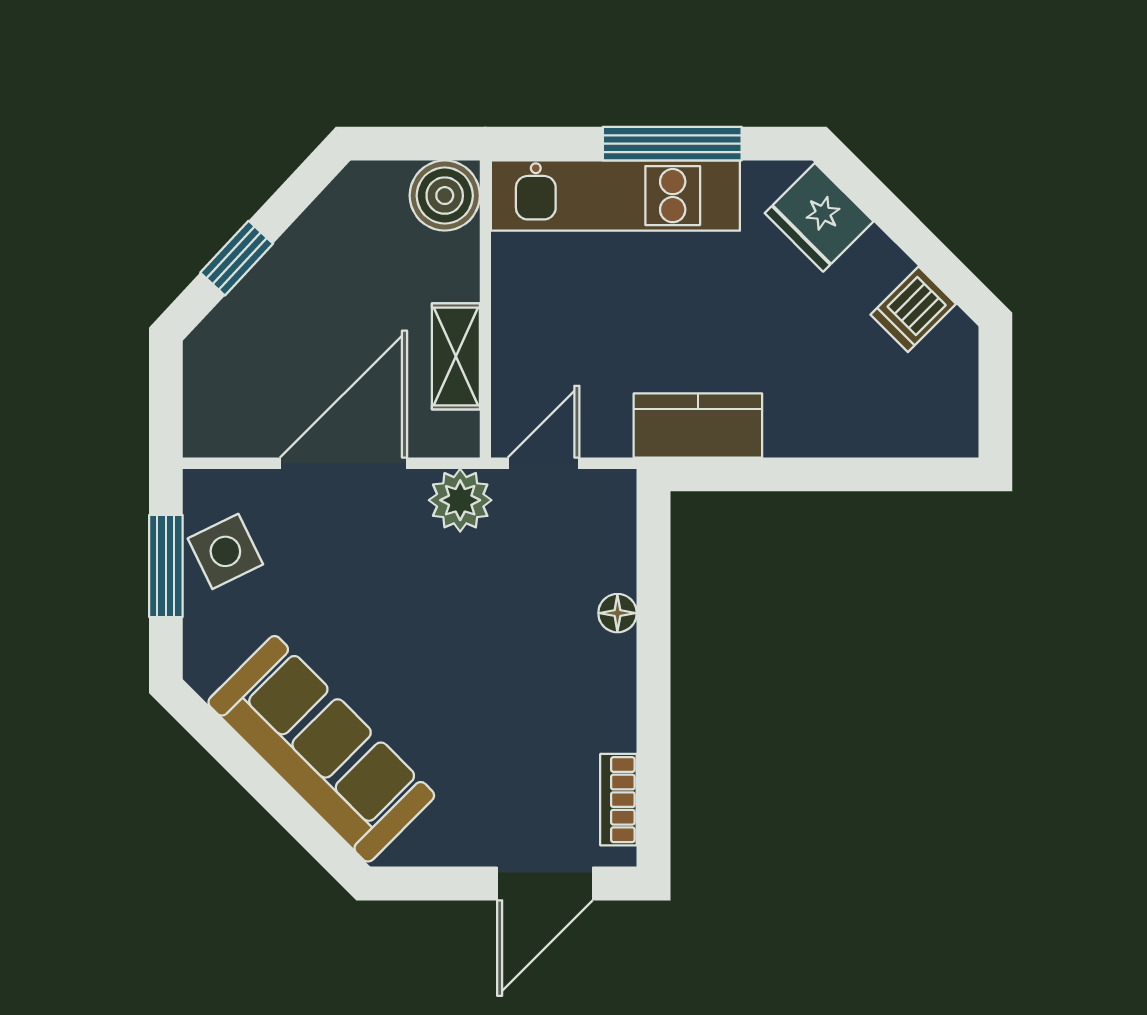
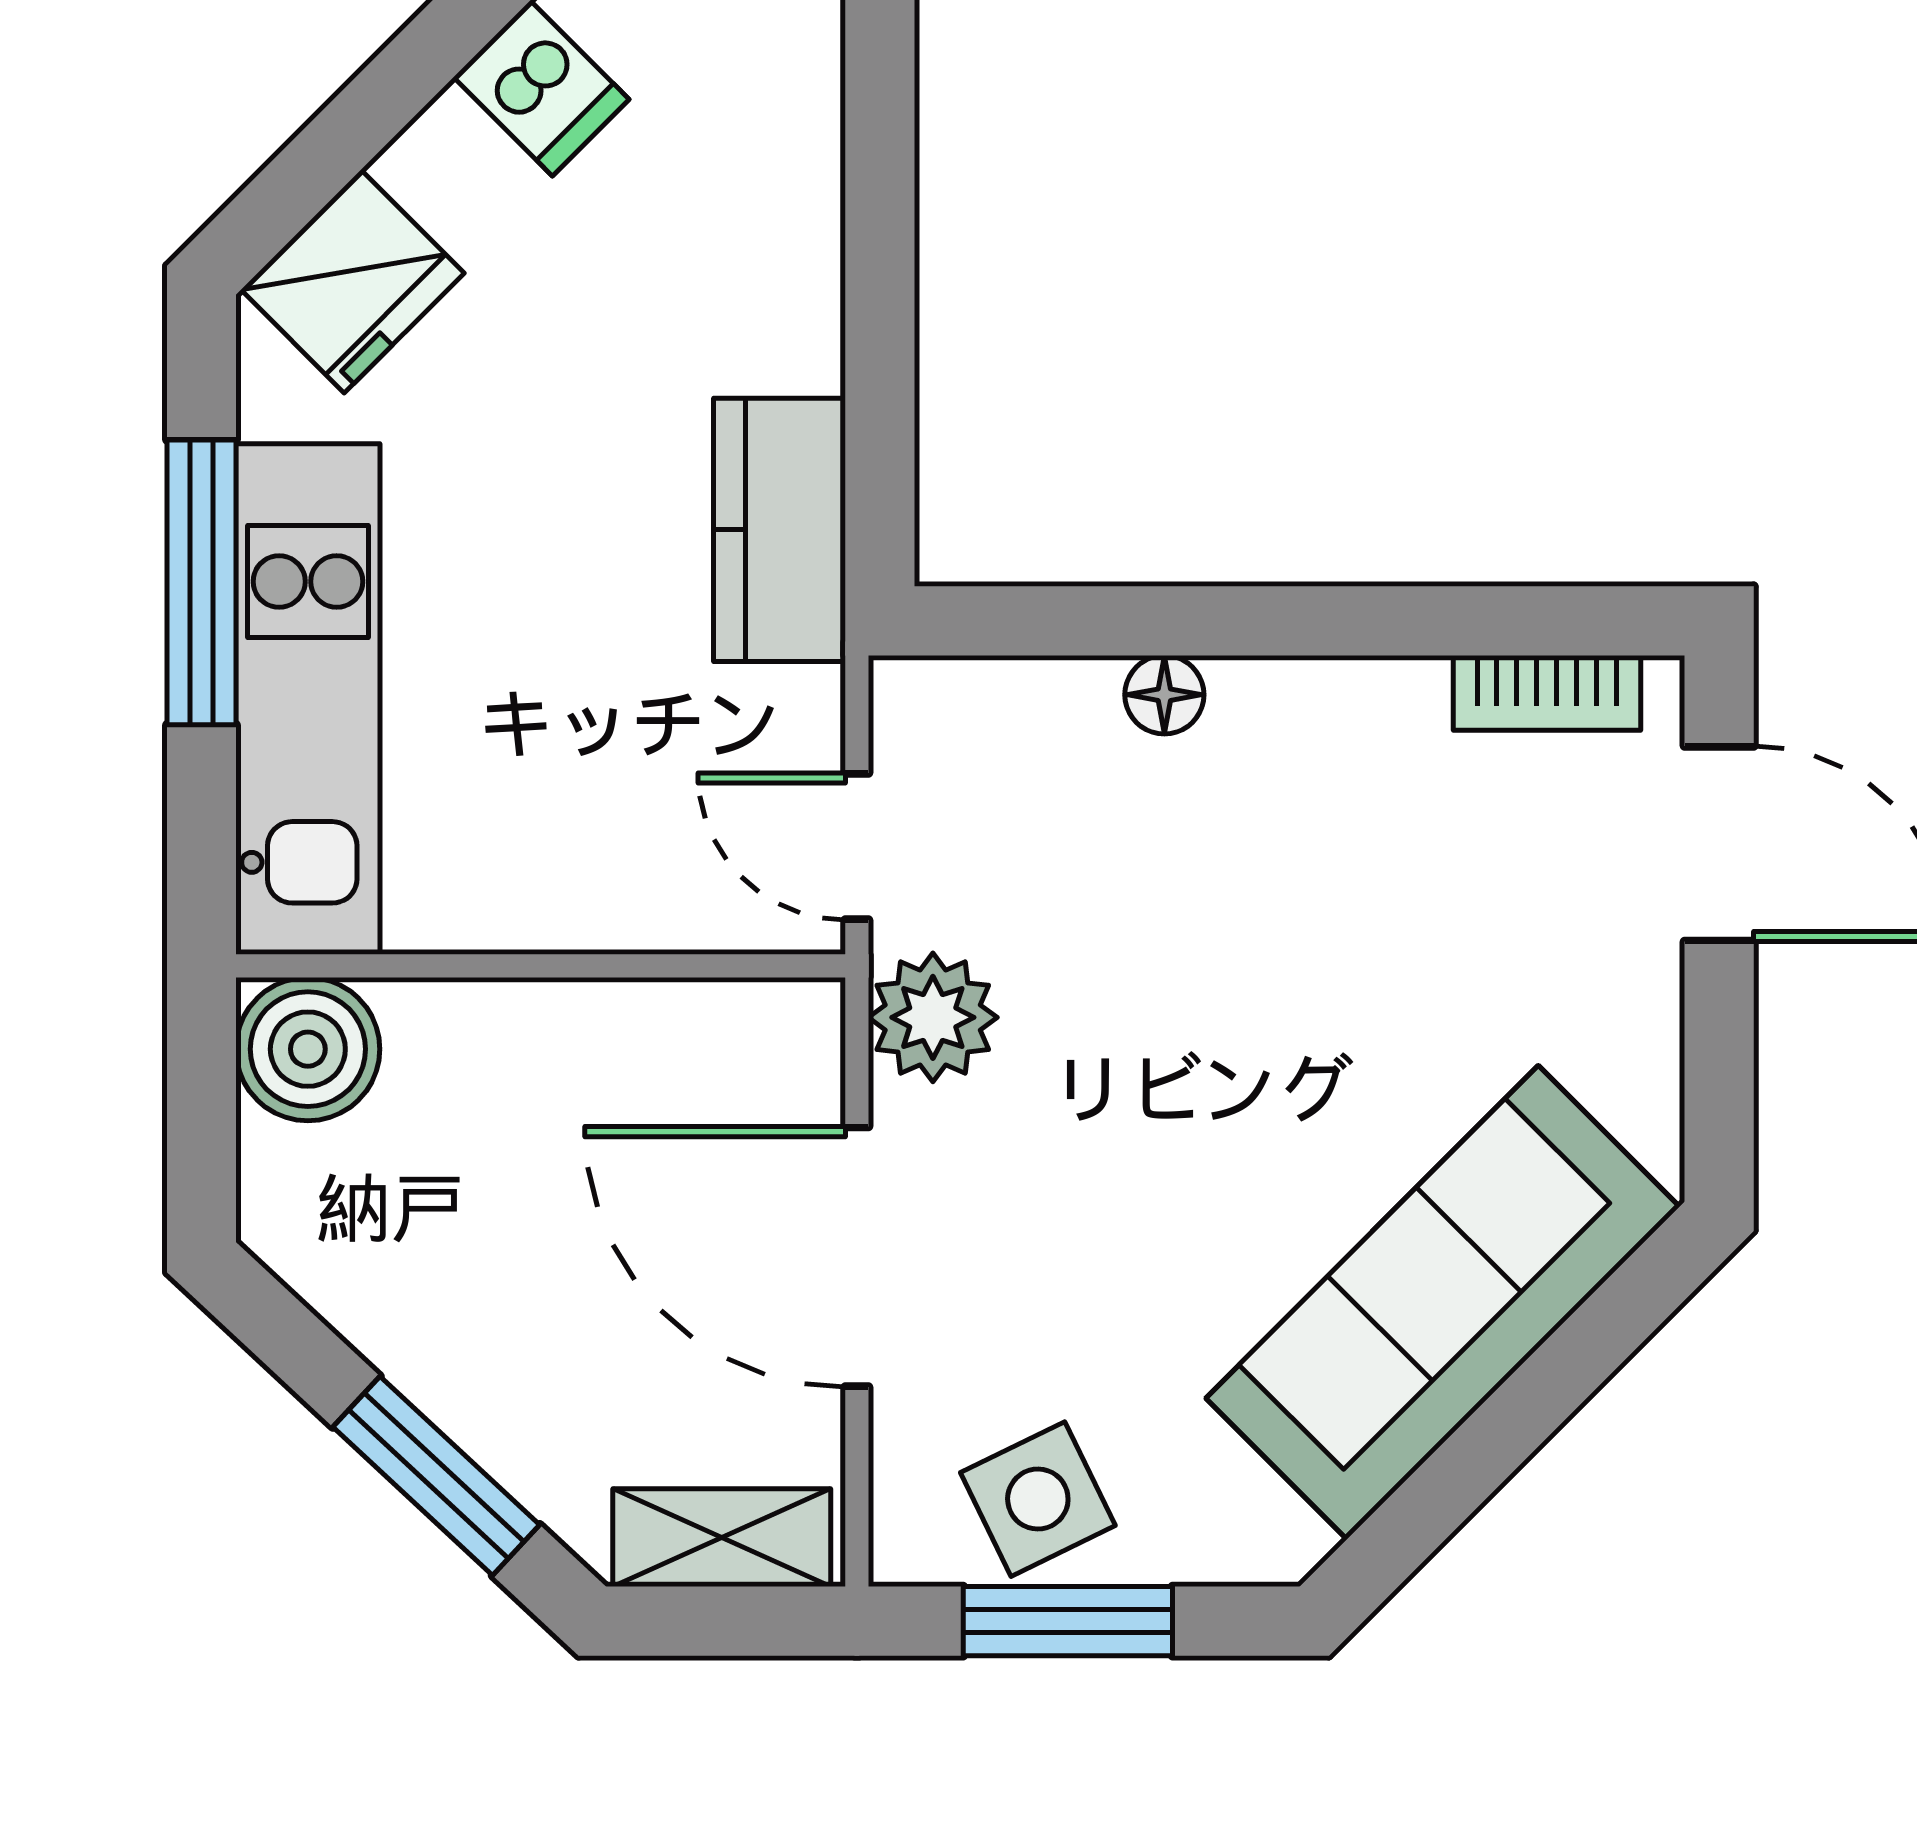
window: (237, 258) -> (436, 1476), width x1.50
shelving: (456, 356) -> (722, 1538), moved

